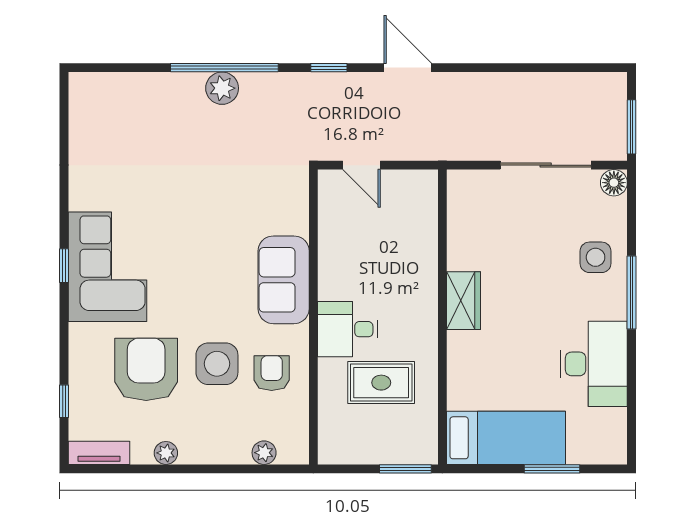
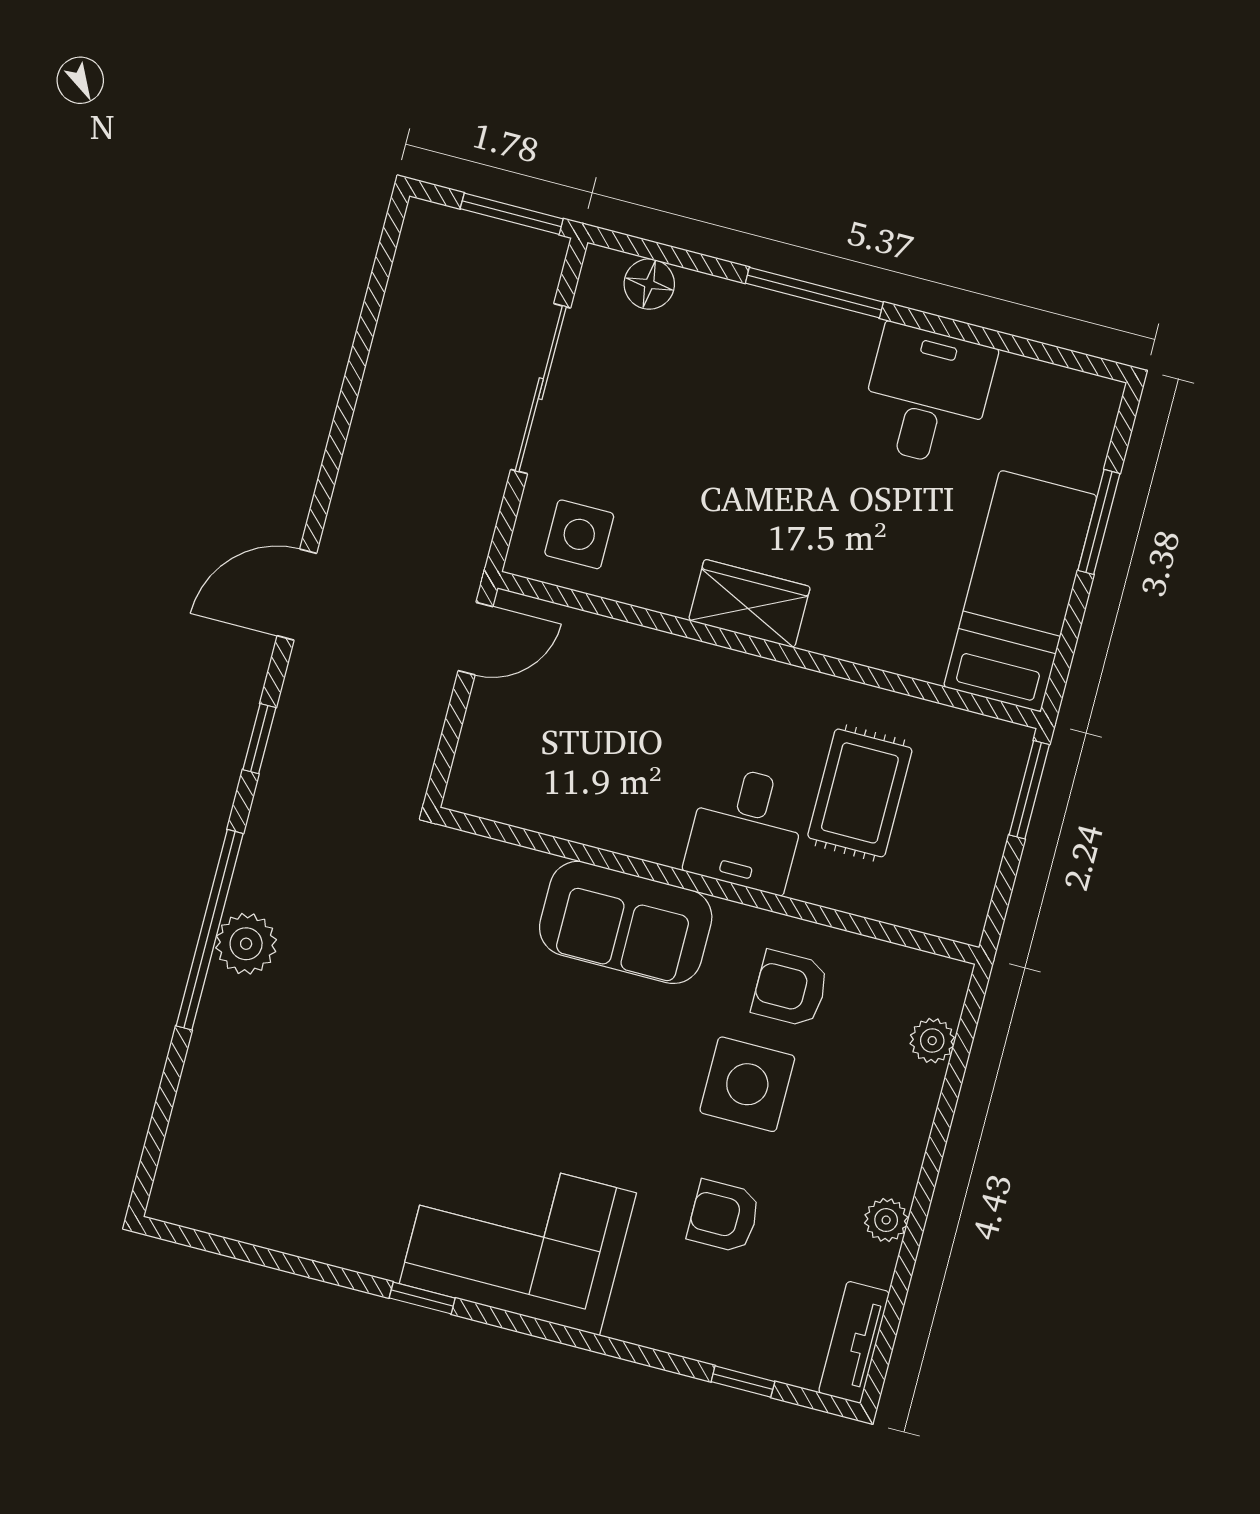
door: (362, 165) -> (476, 639), moved
floor lamp: (614, 183) -> (649, 284), moved
side table: (596, 257) -> (579, 534), moved
window: (64, 266) -> (422, 1298), moved
desk: (594, 364) -> (927, 396), width x0.73
armchair: (146, 369) -> (724, 1216), width x0.53, depth x0.53

